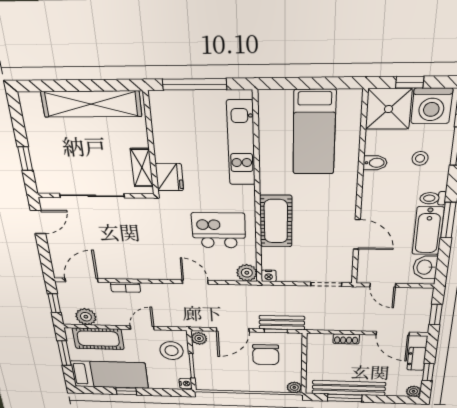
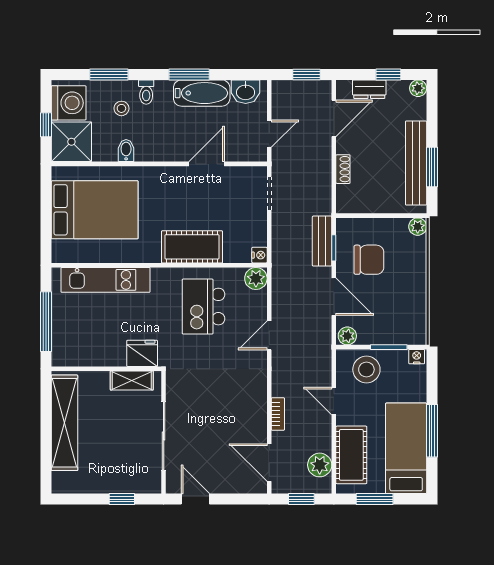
bed: (314, 133) -> (95, 210), width x1.50
toilet: (433, 198) -> (146, 92), moved
window: (126, 391) -> (432, 431), width x2.17

